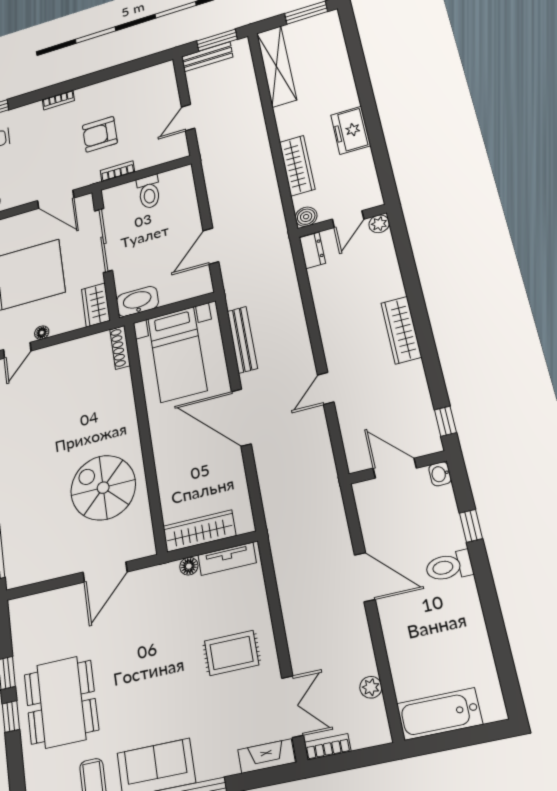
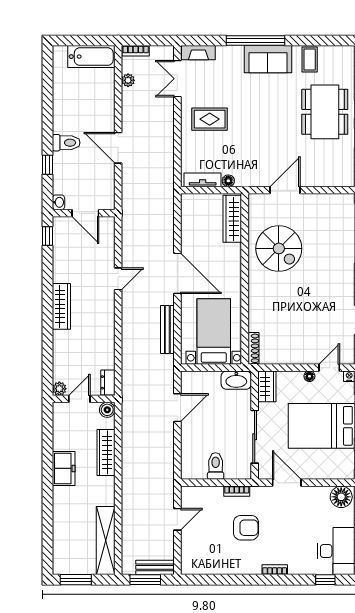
wardrobe: (199, 531) -> (232, 219), moved, turned 90
bookcase: (328, 747) -> (136, 51), moved

